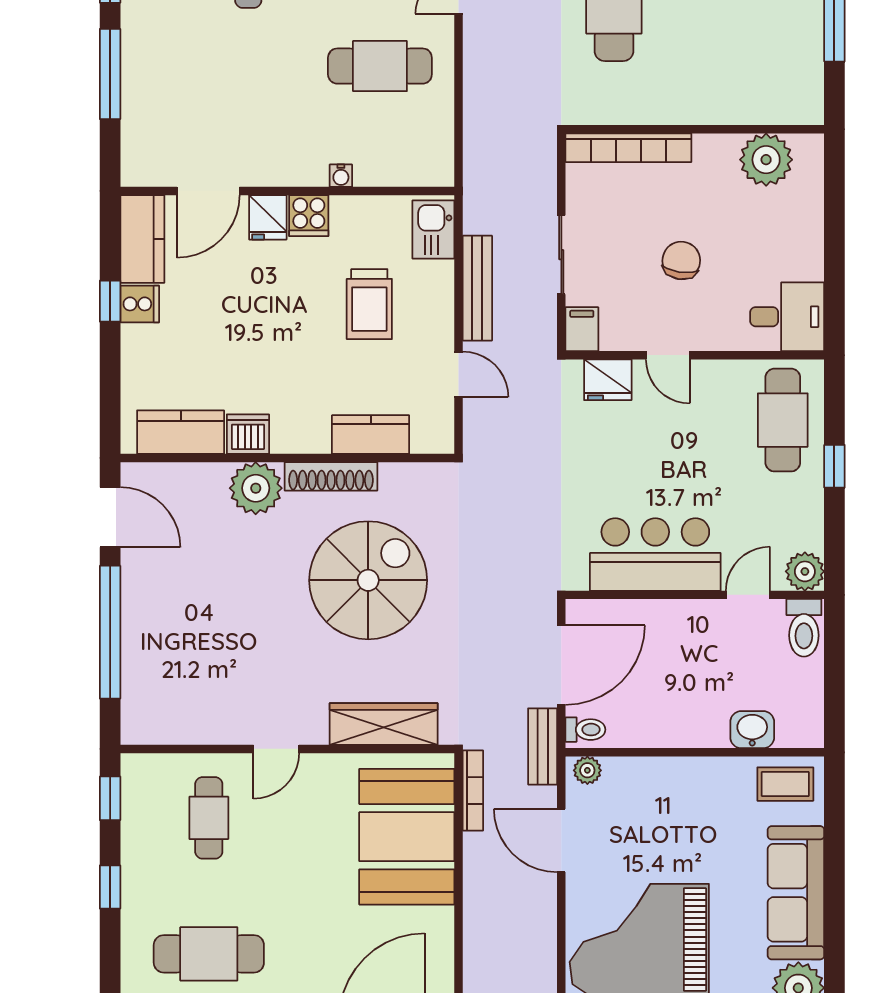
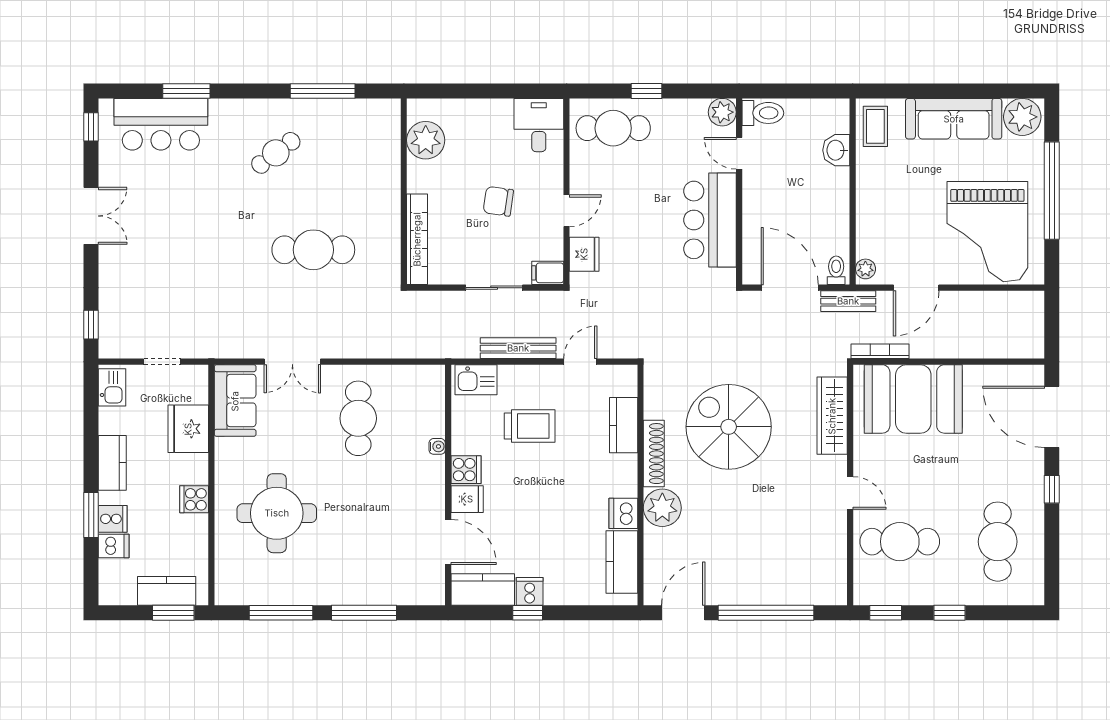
cafe table: (209, 818) -> (900, 542), width x1.37, depth x1.35

